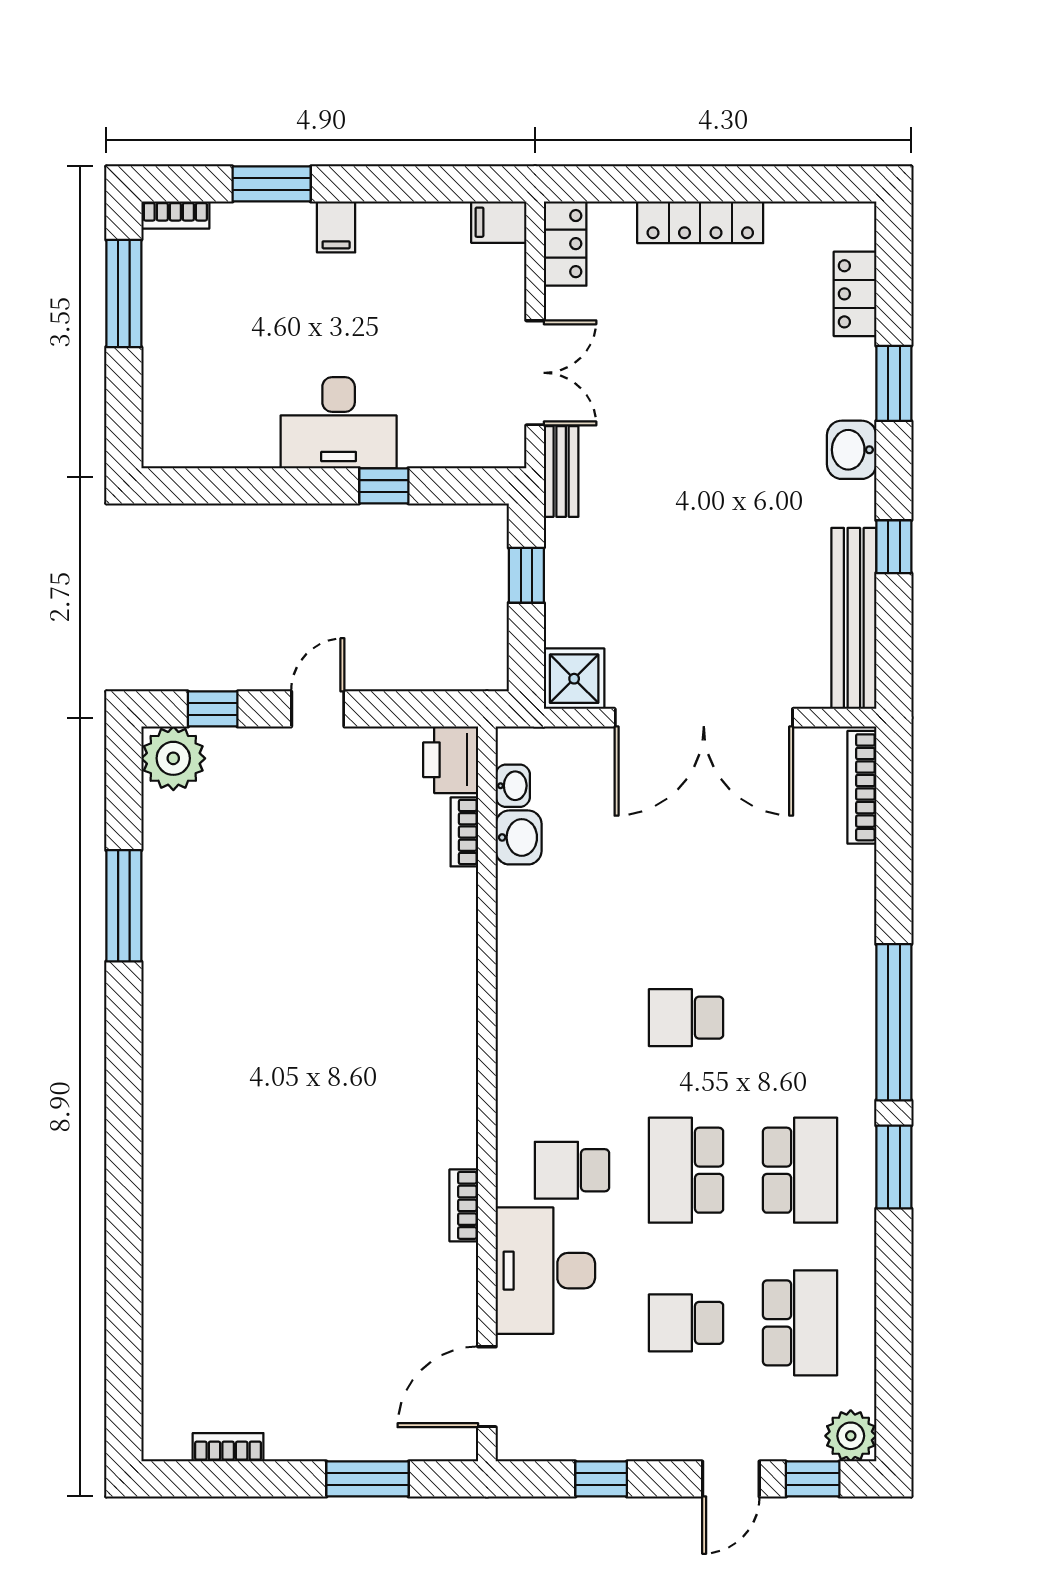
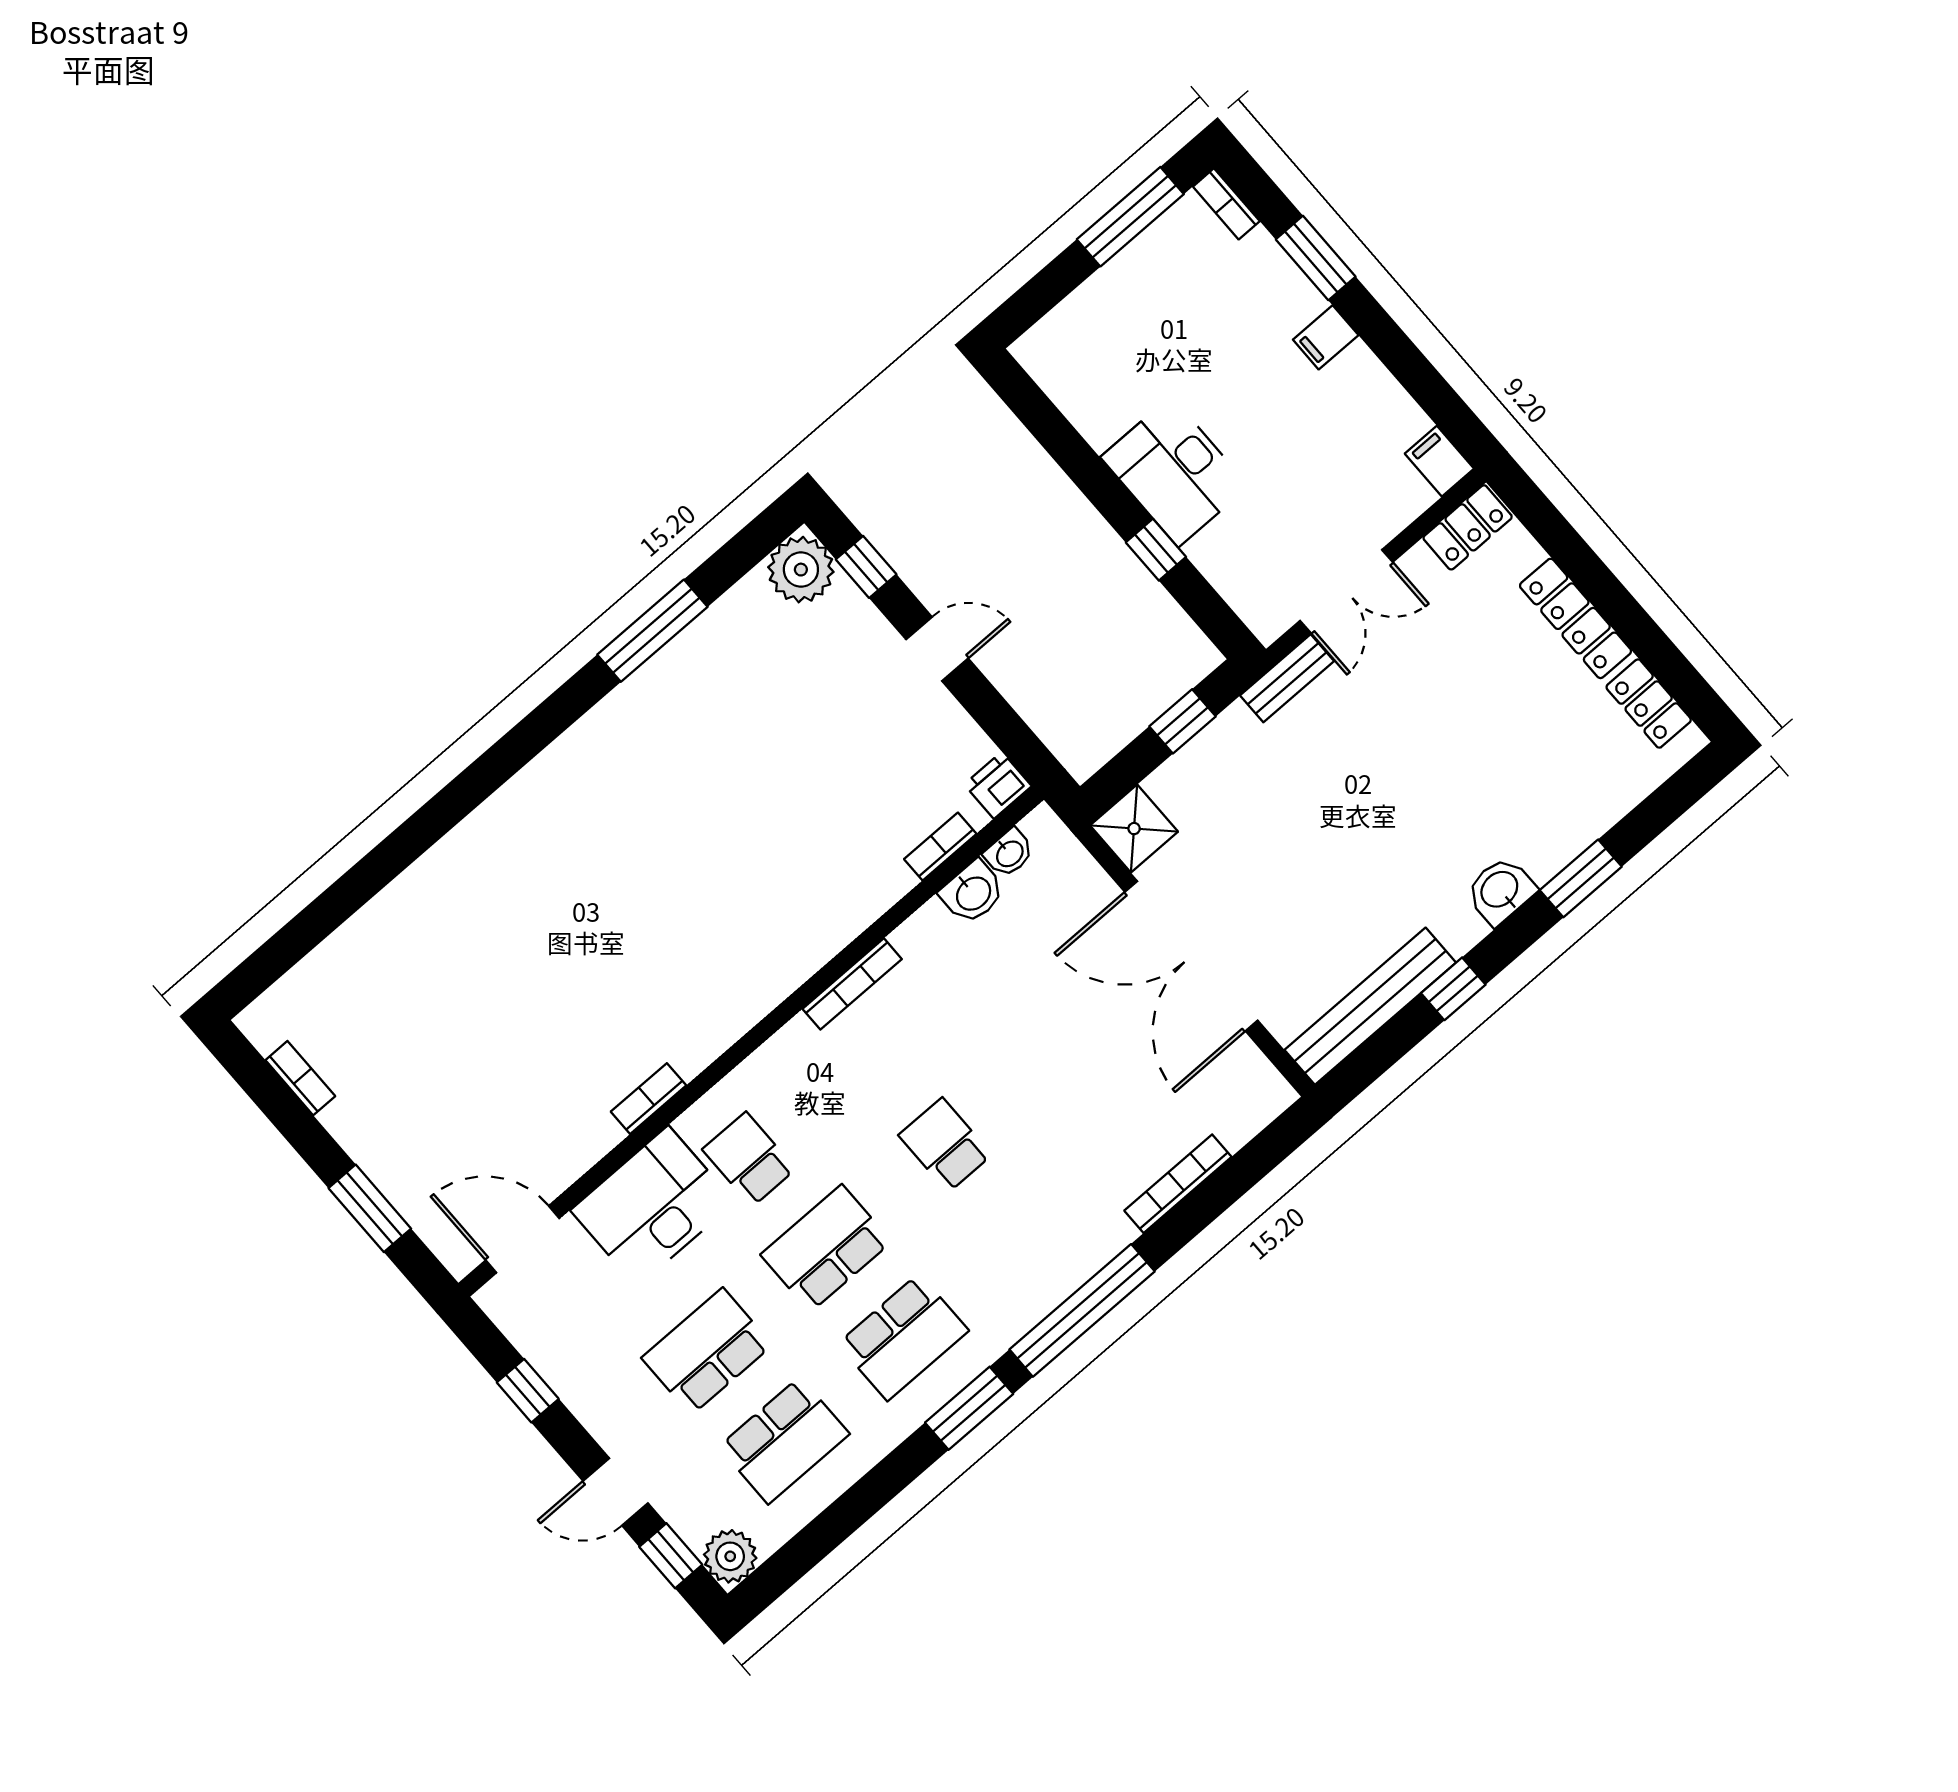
locker: (855, 294) -> (1649, 704), moved, turned -90
printer: (451, 760) -> (998, 785), width x0.73, depth x0.81
bookcase: (862, 787) -> (1178, 1184), moved
bookcase: (509, 984) -> (852, 984), added
school desk: (686, 1323) -> (707, 1351), width x1.85

